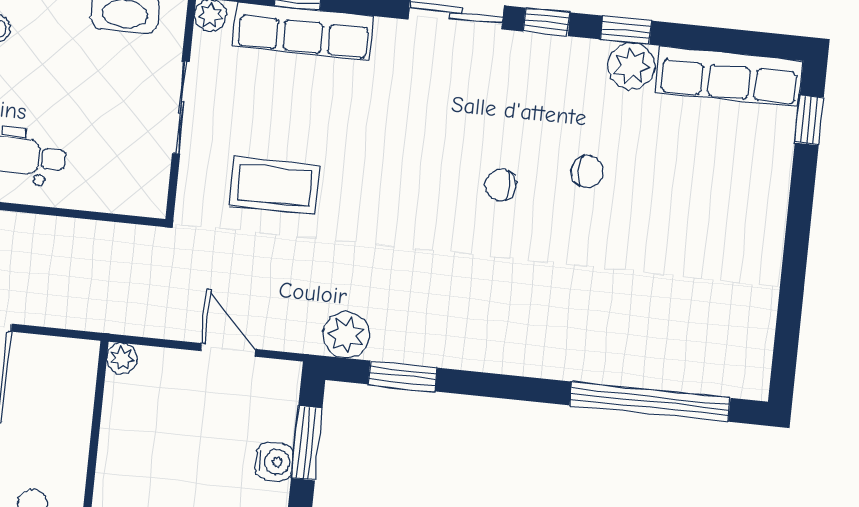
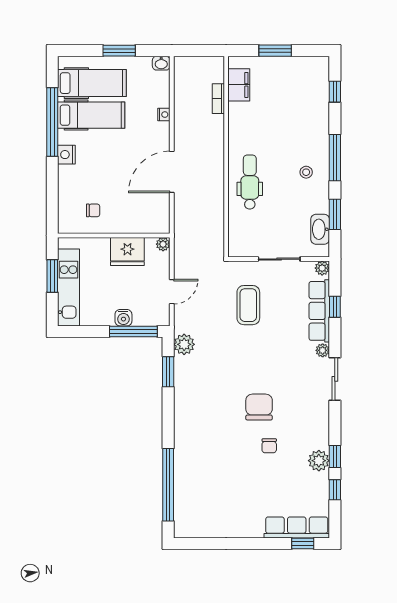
window: (547, 22) -> (335, 490), moved
plant: (391, 33) -> (323, 350), added
row of seats: (729, 76) -> (297, 527), moved, turned 90
chair: (501, 185) -> (259, 407), width x1.87, depth x1.87
fridge: (130, 438) -> (127, 251), added
window: (307, 443) -> (133, 331), width x1.44

